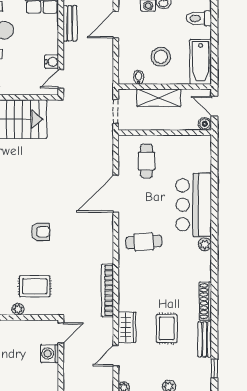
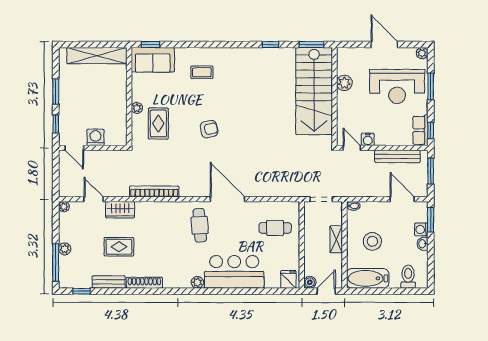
bench: (70, 23) -> (397, 156), width x1.36
bidet: (139, 77) -> (353, 206), moved
shelving: (159, 98) -> (336, 239), width x0.67, depth x0.75
fridge: (202, 147) -> (288, 279), added
door: (116, 194) -> (228, 199), moved
armchair: (41, 232) -> (209, 129), turned -103
door: (61, 333) -> (74, 148), moved

